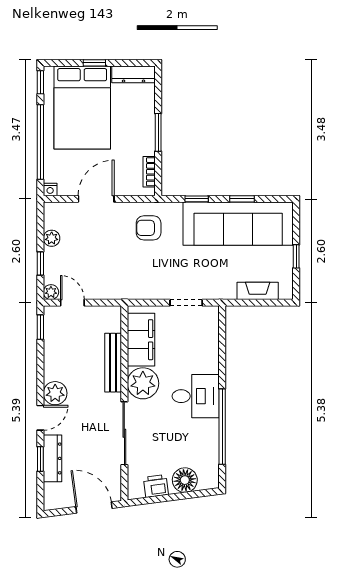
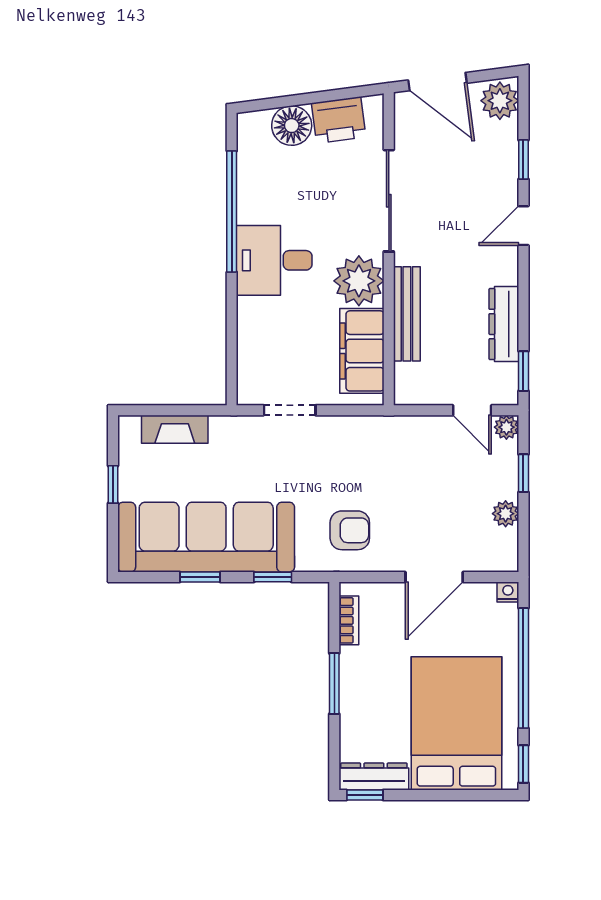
window: (94, 63) -> (365, 795), moved
plant: (55, 393) -> (500, 101), moved
dresser: (53, 458) -> (504, 324), moved
printer: (156, 486) -> (339, 120), width x1.36, depth x1.24

